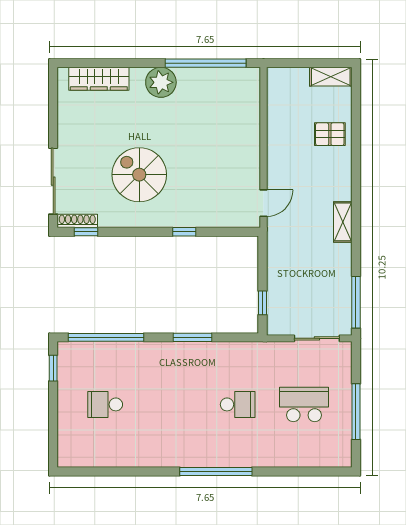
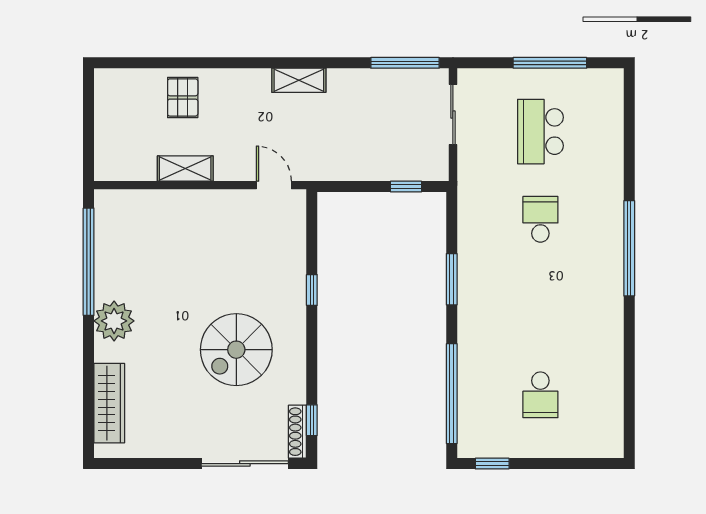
shelving: (331, 77) -> (185, 169), moved, turned 90

